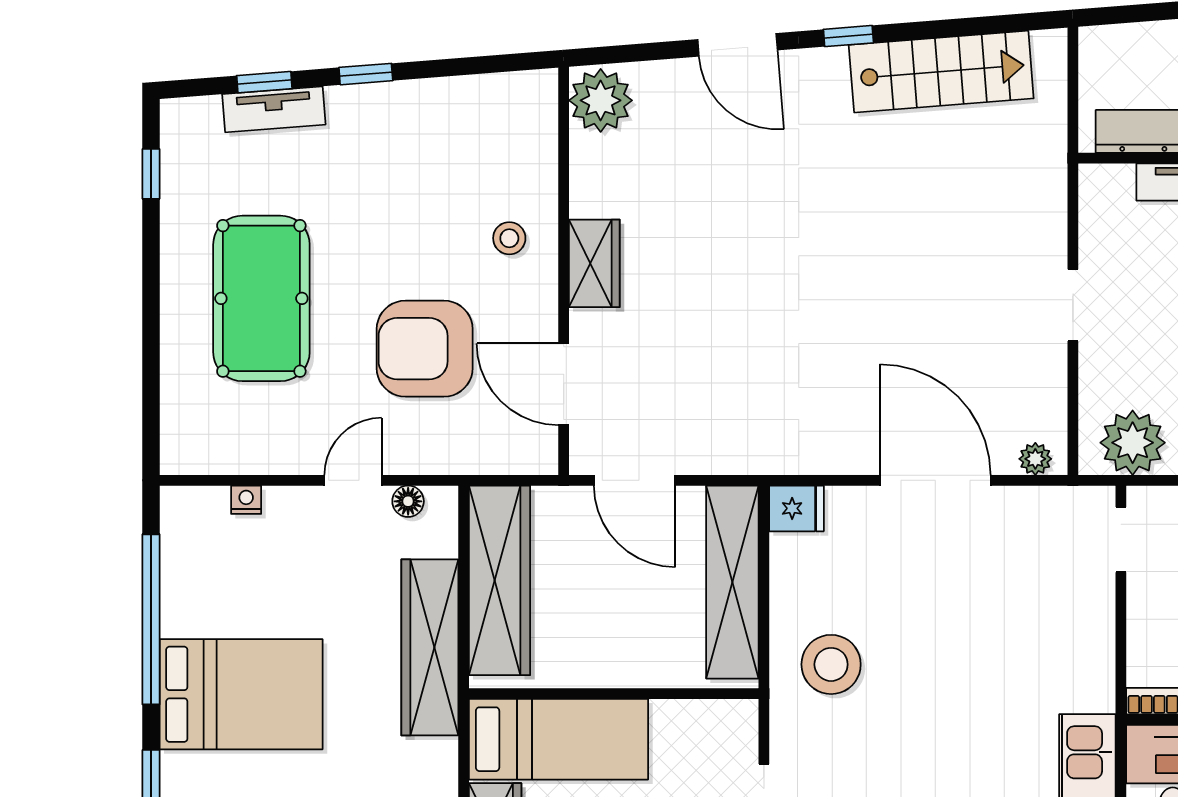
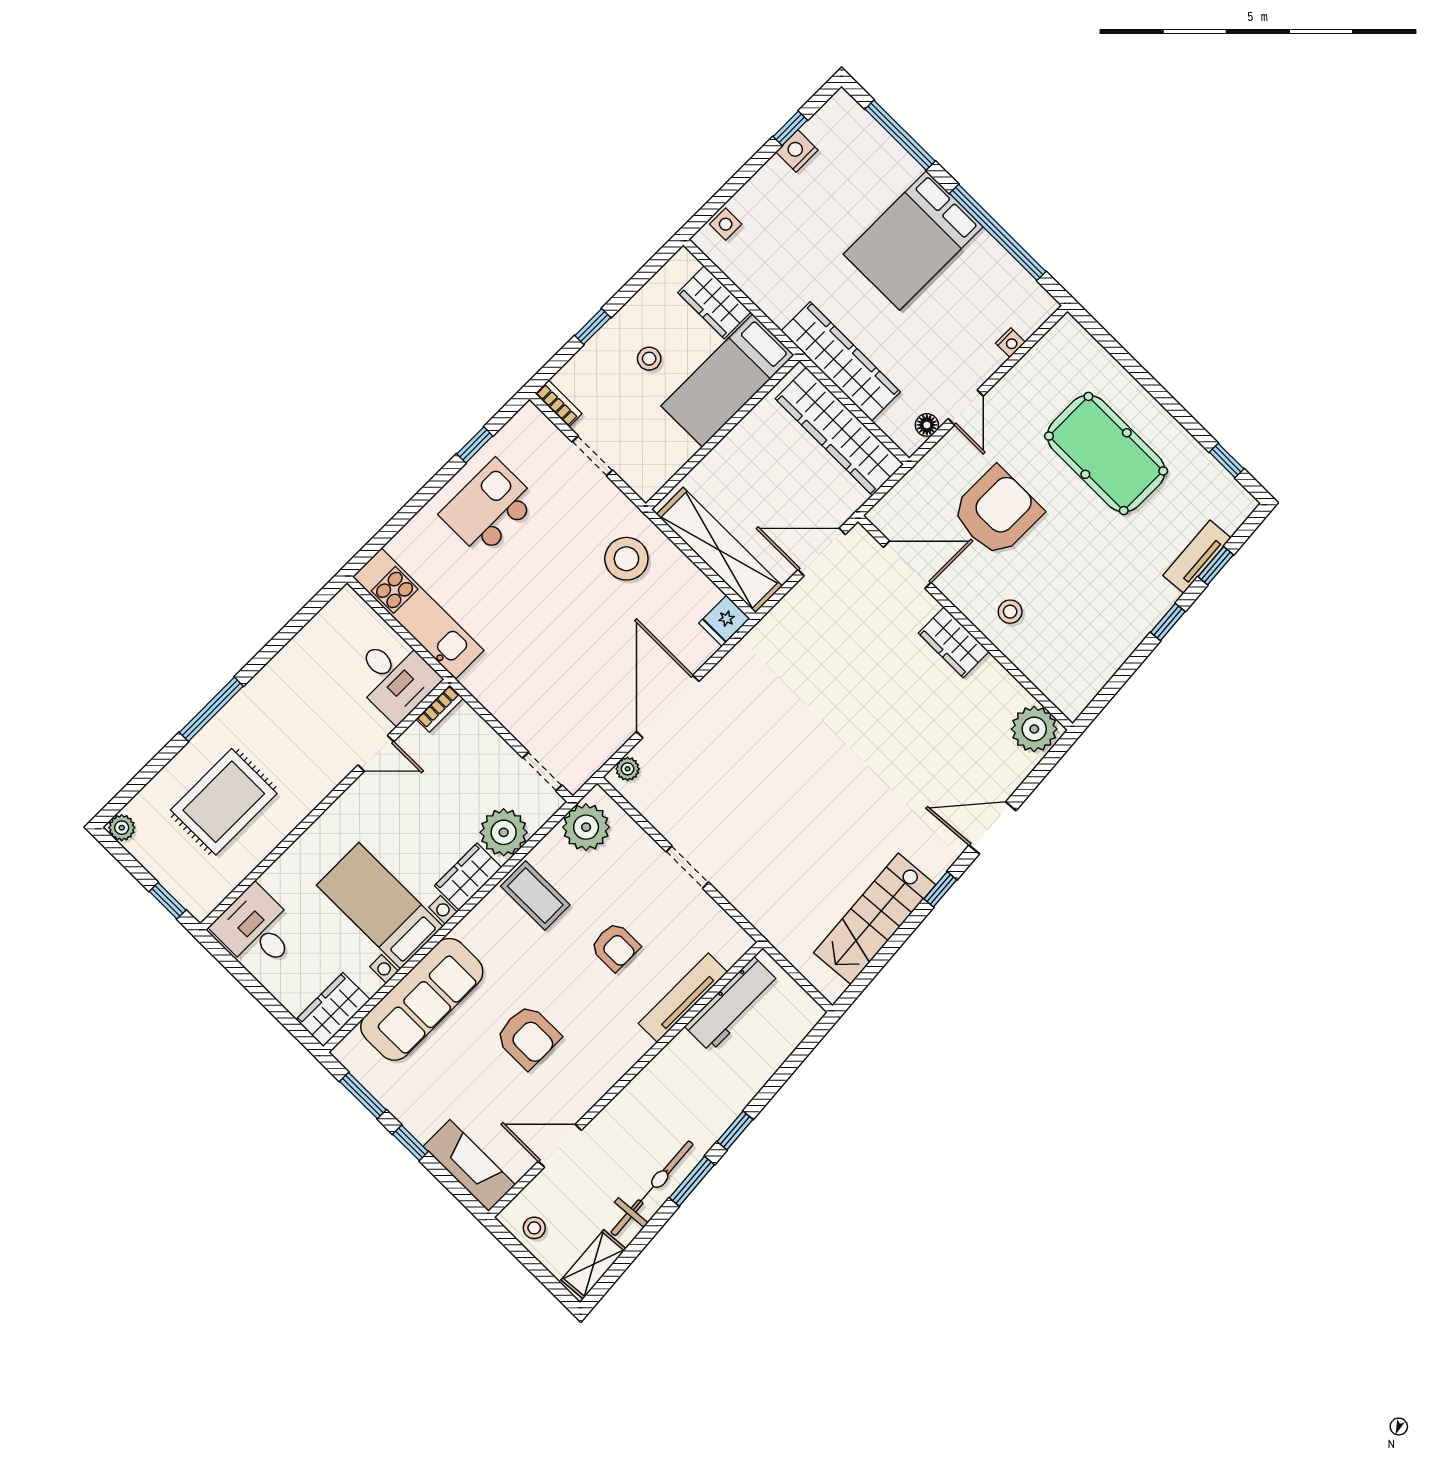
door: (935, 480) -> (668, 706), swing flipped

